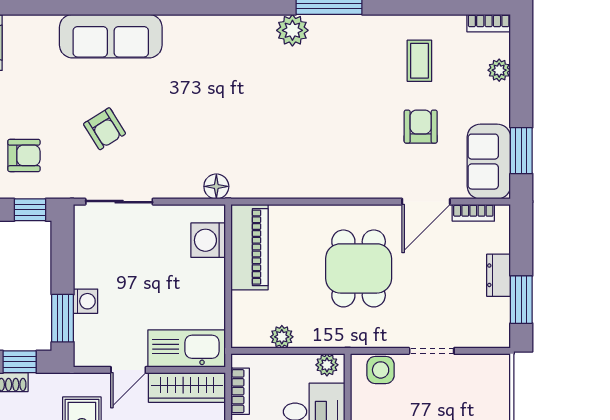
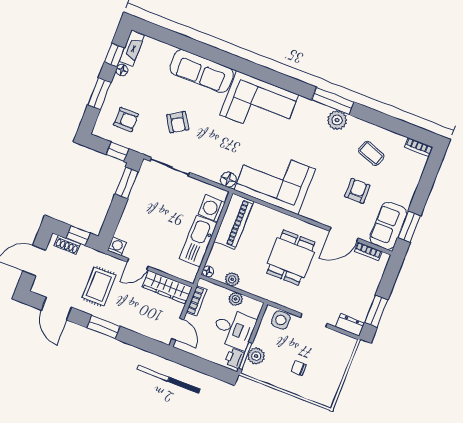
plant: (292, 30) -> (337, 120), moved
corner sofa: (219, 53) -> (259, 105), added
coffee table: (419, 61) -> (371, 153), turned -70
plant: (499, 70) -> (414, 176), removed
corner sofa: (287, 159) -> (275, 180), added
dresser: (499, 275) -> (350, 325), moved, turned 90
washing machine: (86, 301) -> (117, 246), moved, turned -90
window: (63, 318) -> (127, 183), moved
floor lamp: (240, 339) -> (208, 271), added
kitchen sink: (187, 349) -> (198, 241), moved, turned -90
plant: (327, 365) -> (236, 299), moved

